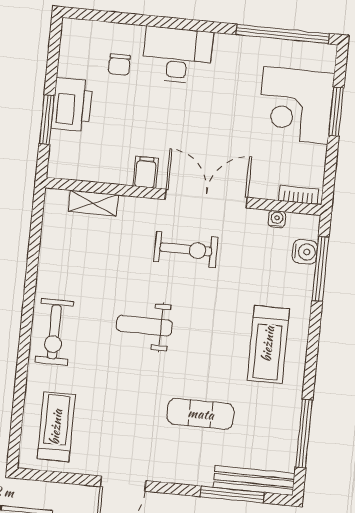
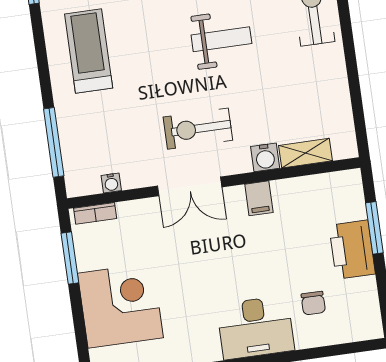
chair: (119, 65) -> (313, 303), turned 180
window: (336, 112) -> (70, 258), moved
double door: (206, 199) -> (190, 186), width x0.73
water cooler: (305, 252) -> (265, 157), moved, turned -90

